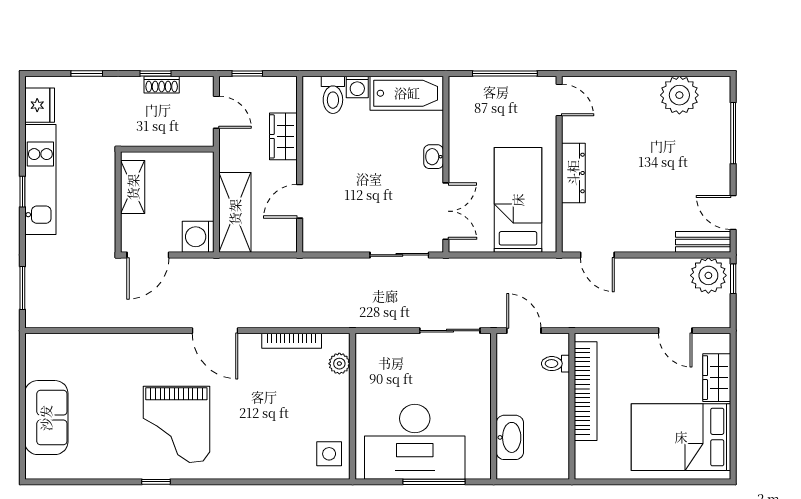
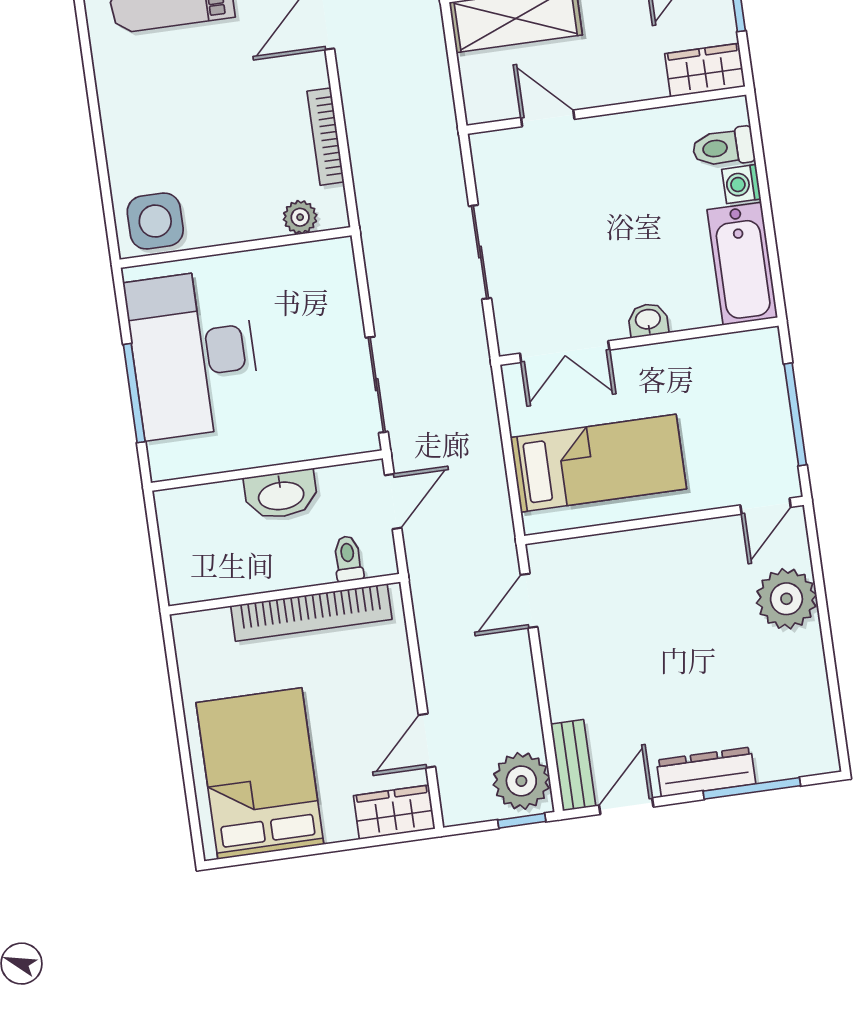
plant: (679, 95) -> (786, 599), moved
wardrobe: (283, 136) -> (705, 70), moved
dresser: (573, 173) -> (706, 772), moved, turned 180
sliding door: (399, 255) -> (480, 252), moved
wardrobe: (717, 378) -> (394, 812), moved
washbasin: (510, 437) -> (281, 495), moved
side table: (329, 454) -> (155, 221), width x1.37, depth x1.37

